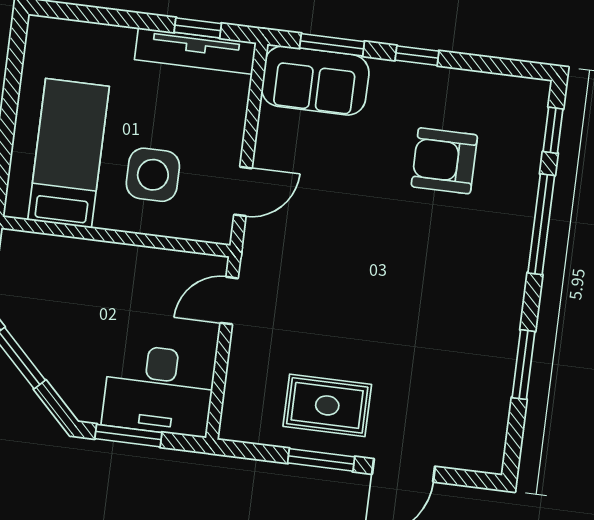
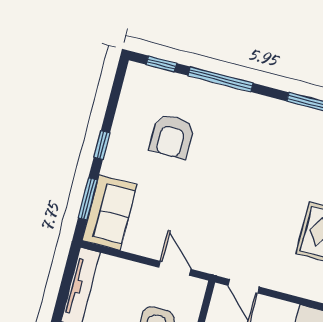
window: (198, 28) -> (66, 284), removed

